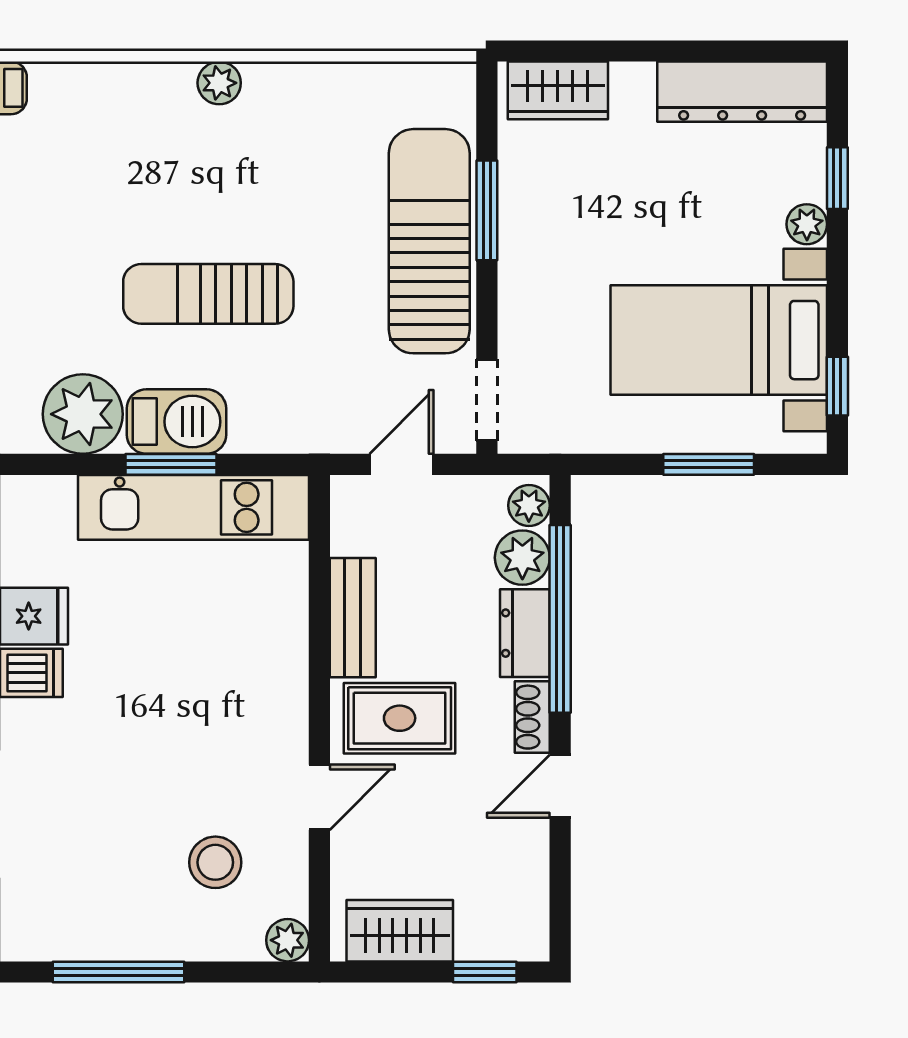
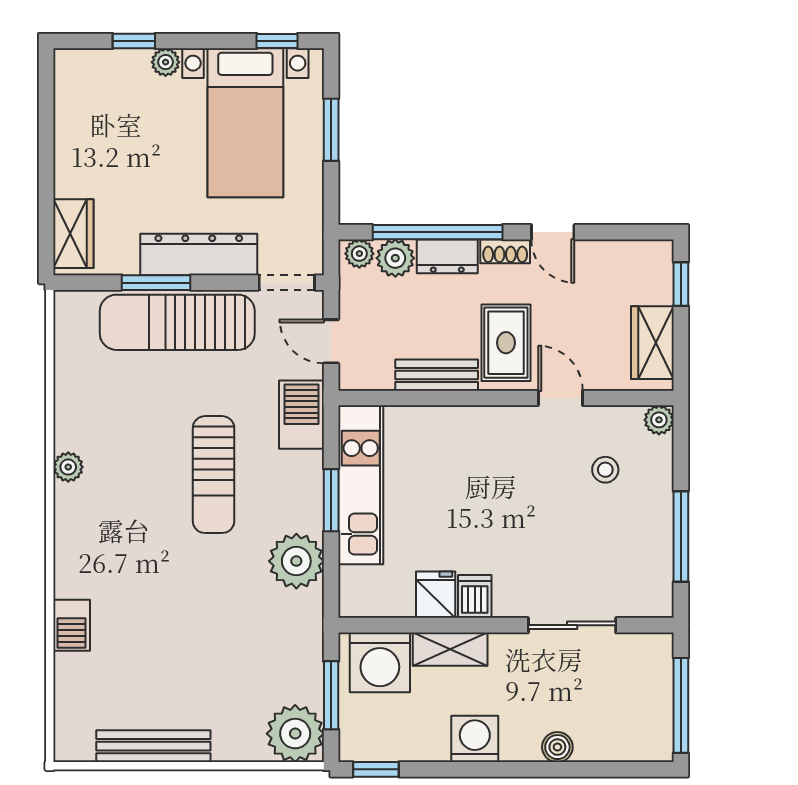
dresser: (742, 92) -> (199, 255), moved, turned -90
barbecue: (176, 422) -> (302, 415), moved
stool: (215, 862) -> (605, 470), width x0.73, depth x0.73

